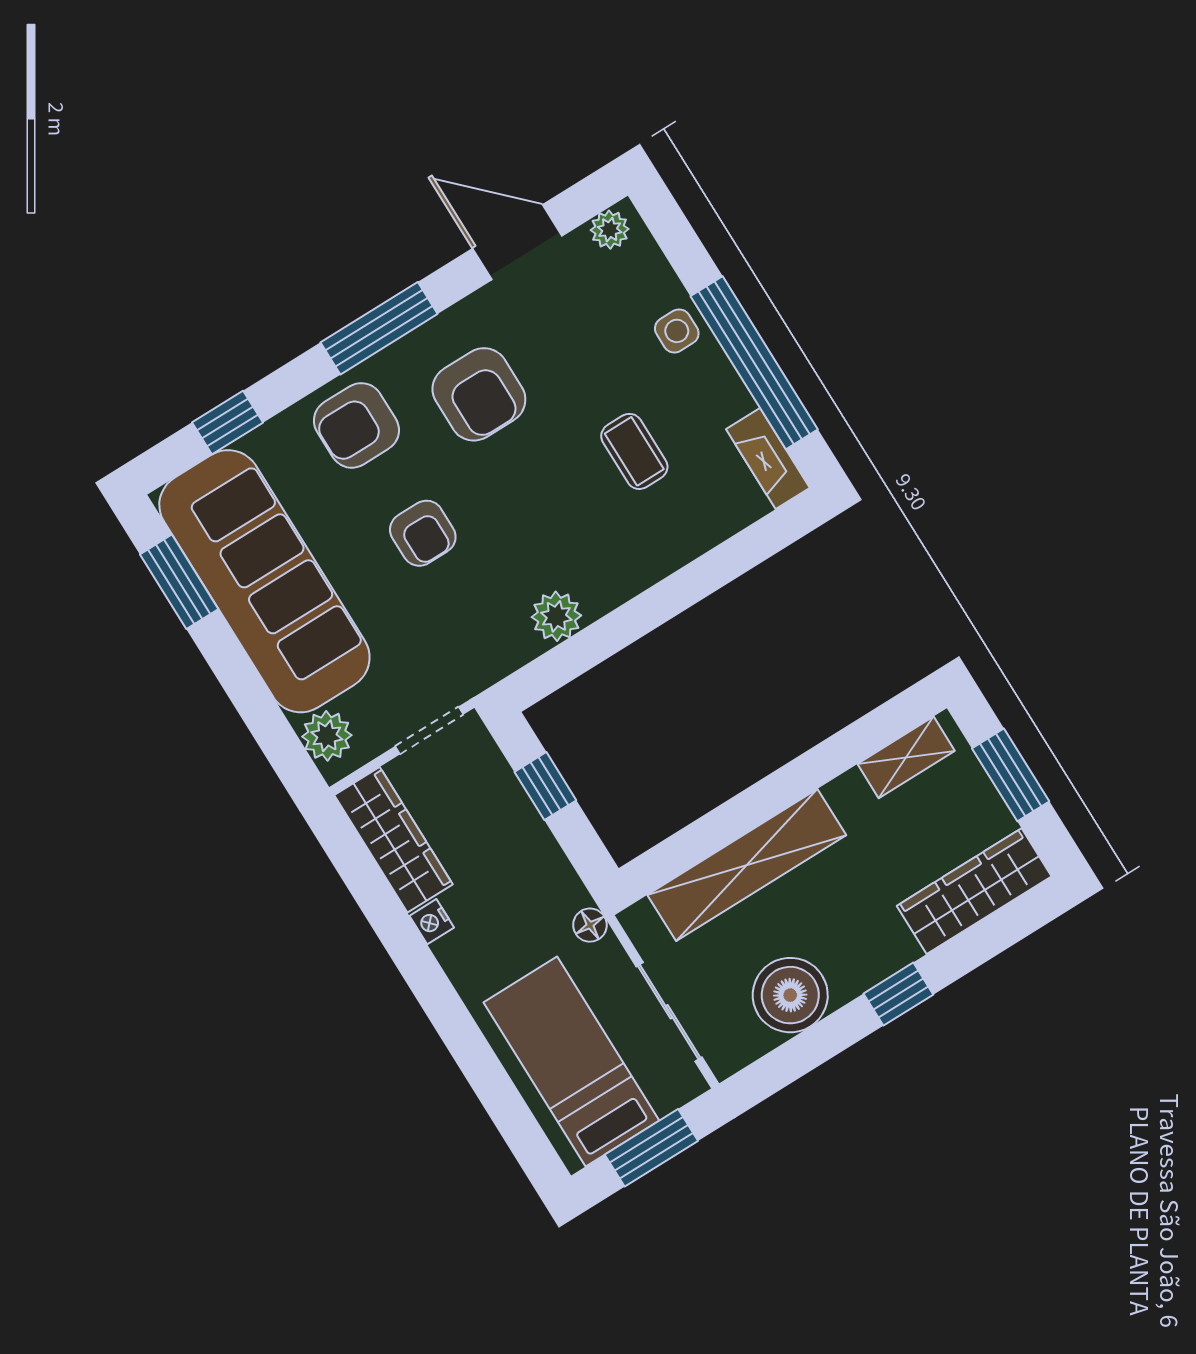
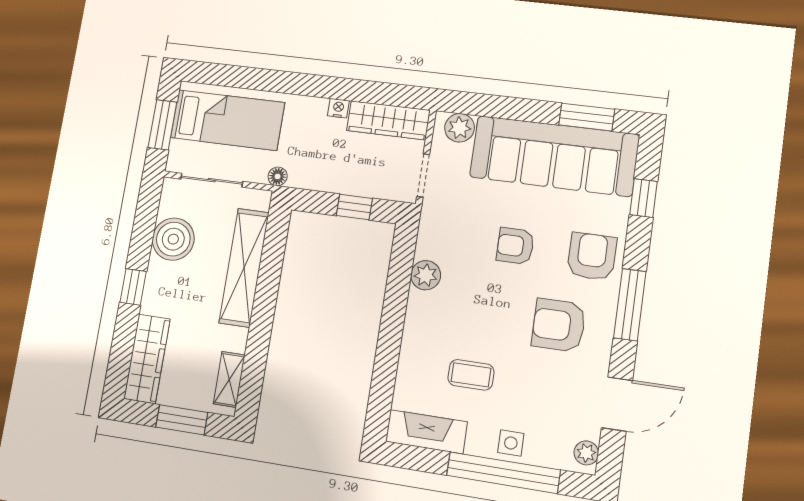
window: (754, 363) -> (503, 473), moved
fireplace: (768, 459) -> (426, 432), width x1.37, depth x1.32

